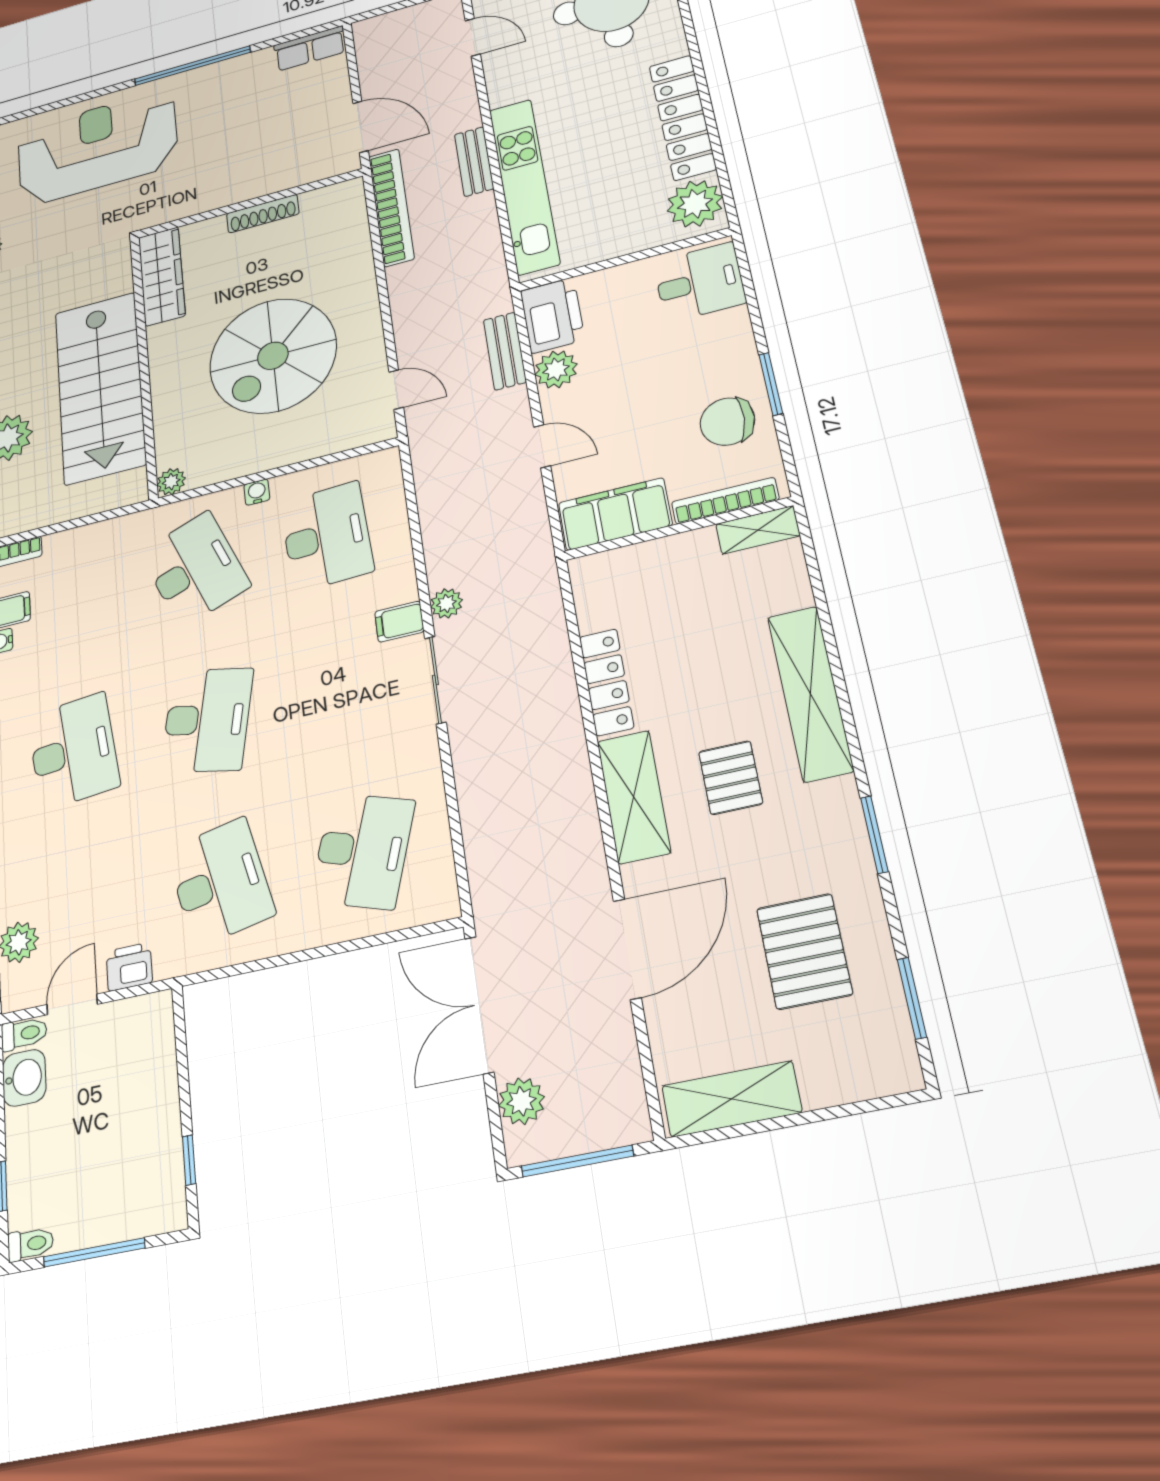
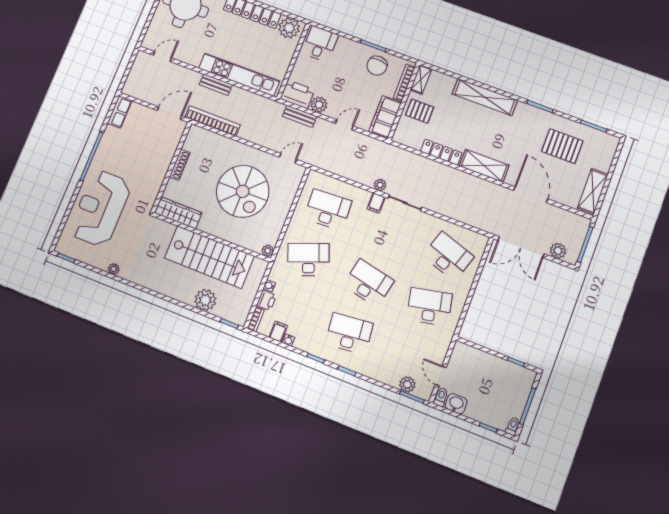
water cooler: (257, 492) -> (269, 286), moved
pallet: (731, 778) -> (420, 111), moved
printer: (129, 967) -> (266, 300), moved, turned 180

